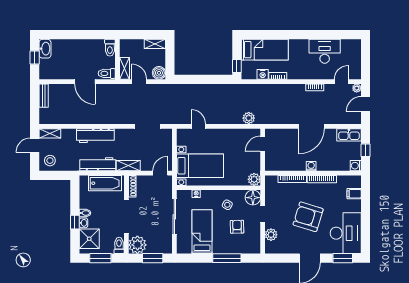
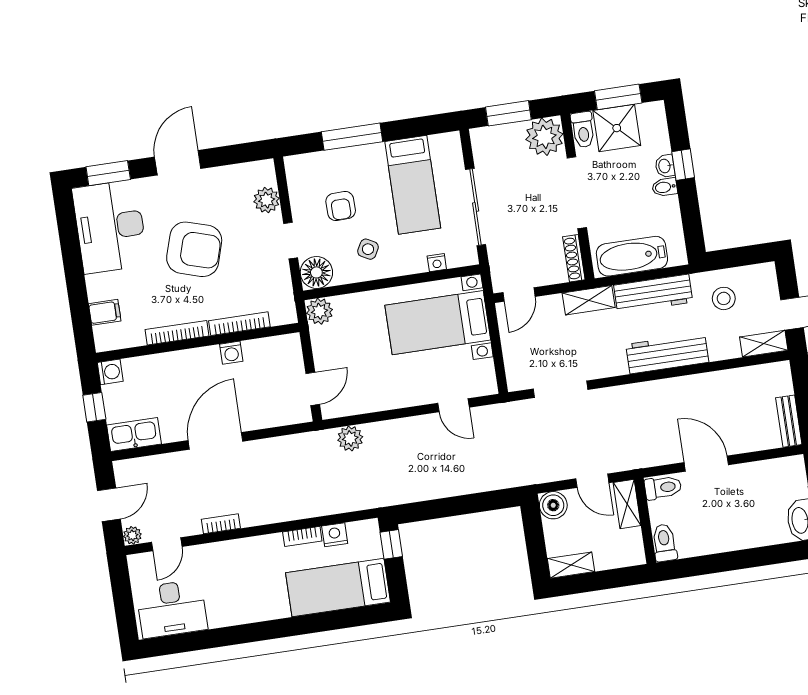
desk: (325, 51) -> (172, 609), moved
stool: (50, 161) -> (724, 298), moved
washing machine: (311, 166) -> (231, 353), moved
shower: (89, 239) -> (617, 128), moved

